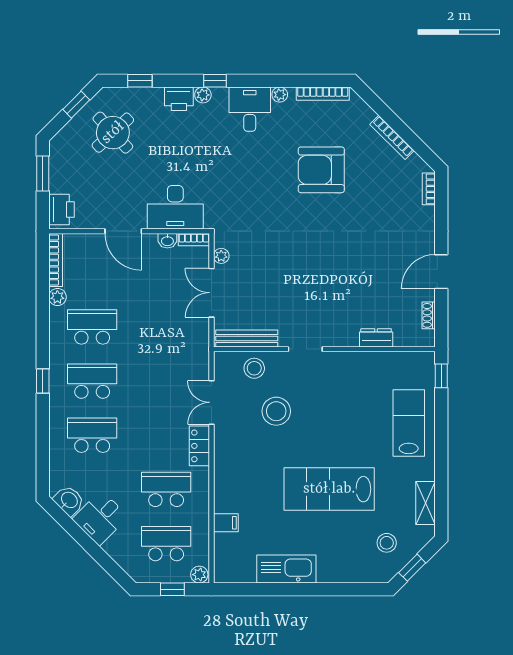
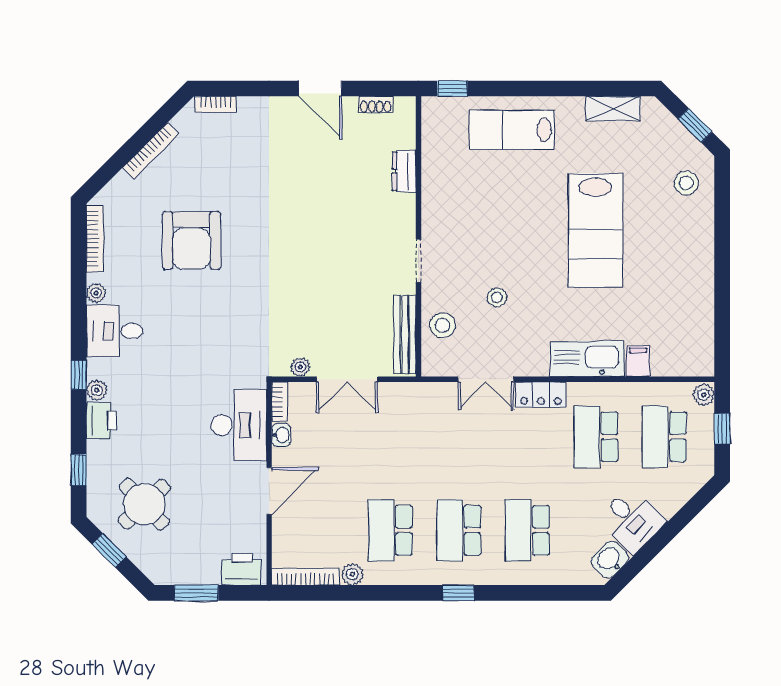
stool: (276, 411) -> (497, 297), width x0.53, depth x0.53
stool: (387, 543) -> (686, 183), moved
kitchen sink: (286, 569) -> (587, 359), moved, turned 90

